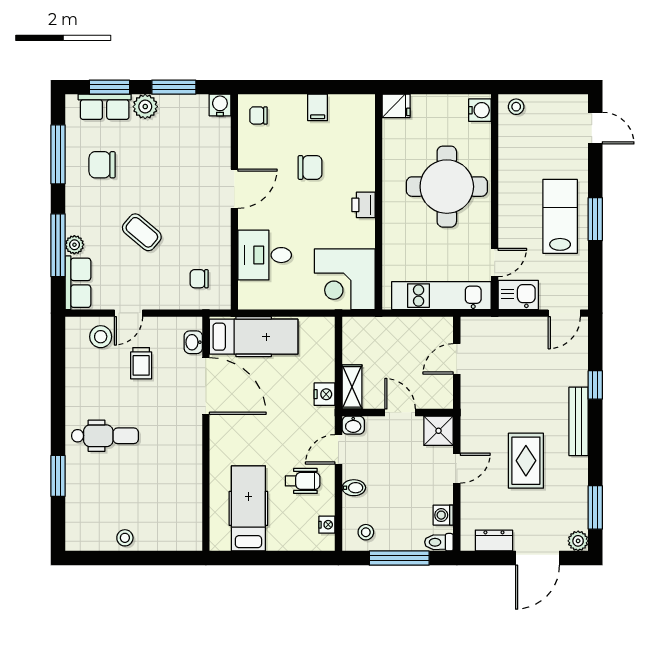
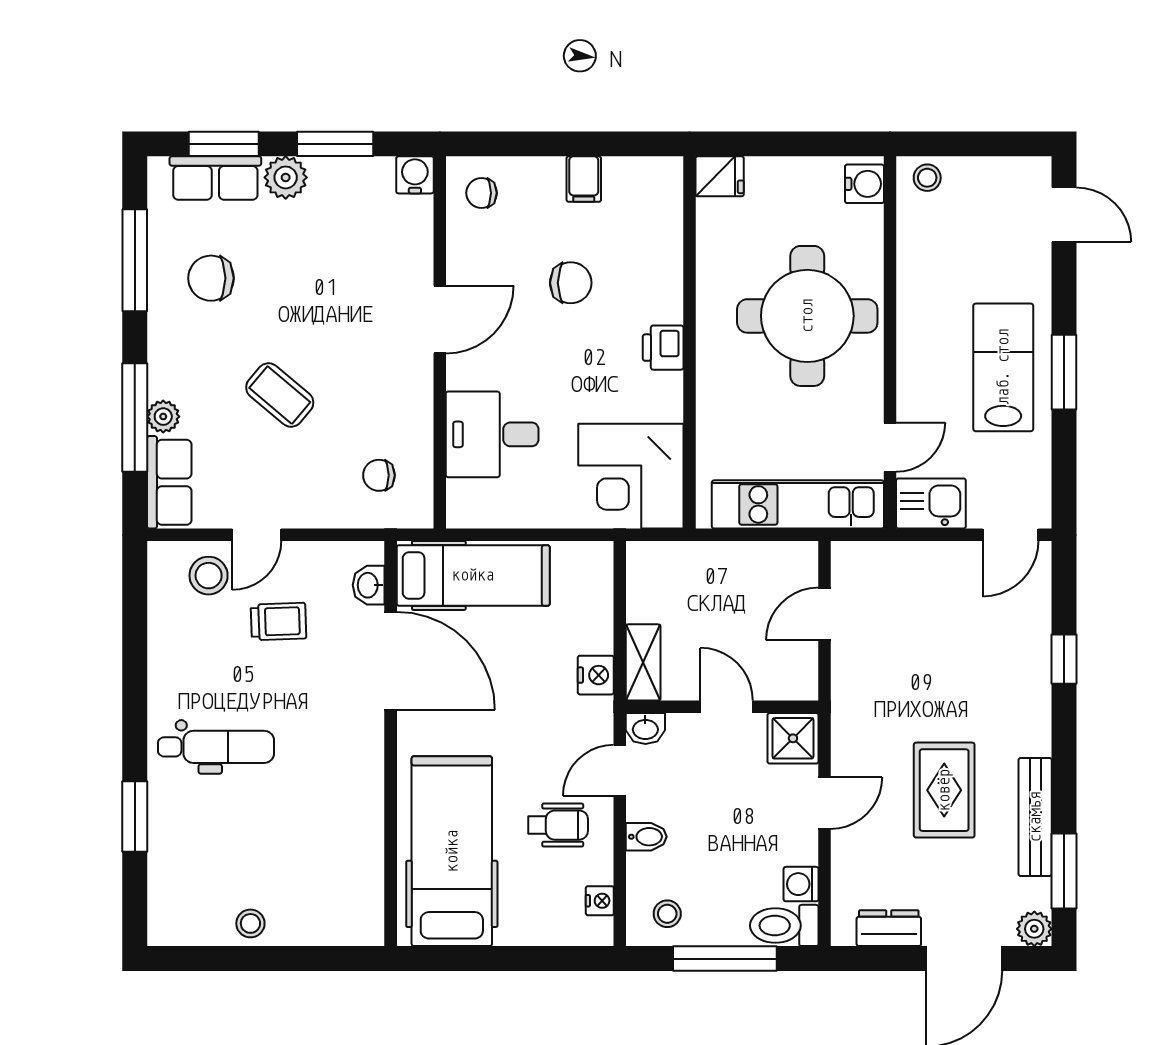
trolley: (141, 363) -> (279, 621), turned -92
bench: (579, 421) -> (1035, 817), moved
hospital bed: (248, 508) -> (452, 851), width x1.37, depth x1.29
toilet: (439, 542) -> (784, 925), width x1.37, depth x1.39

